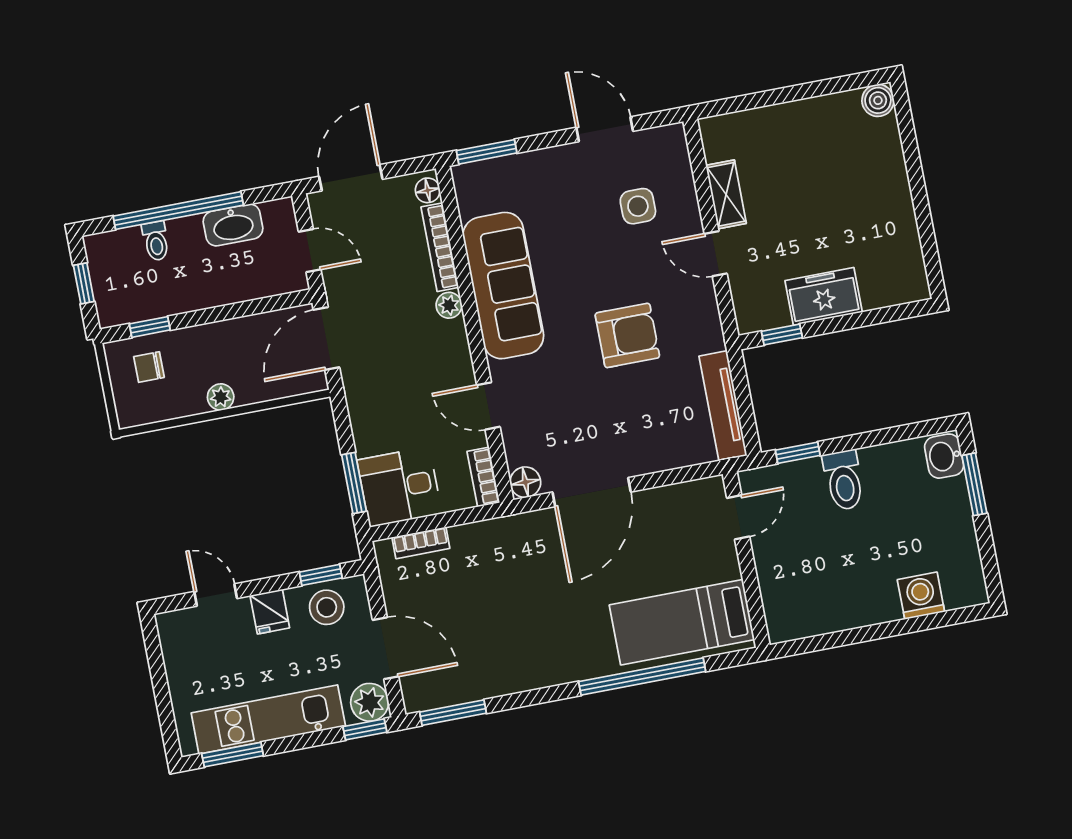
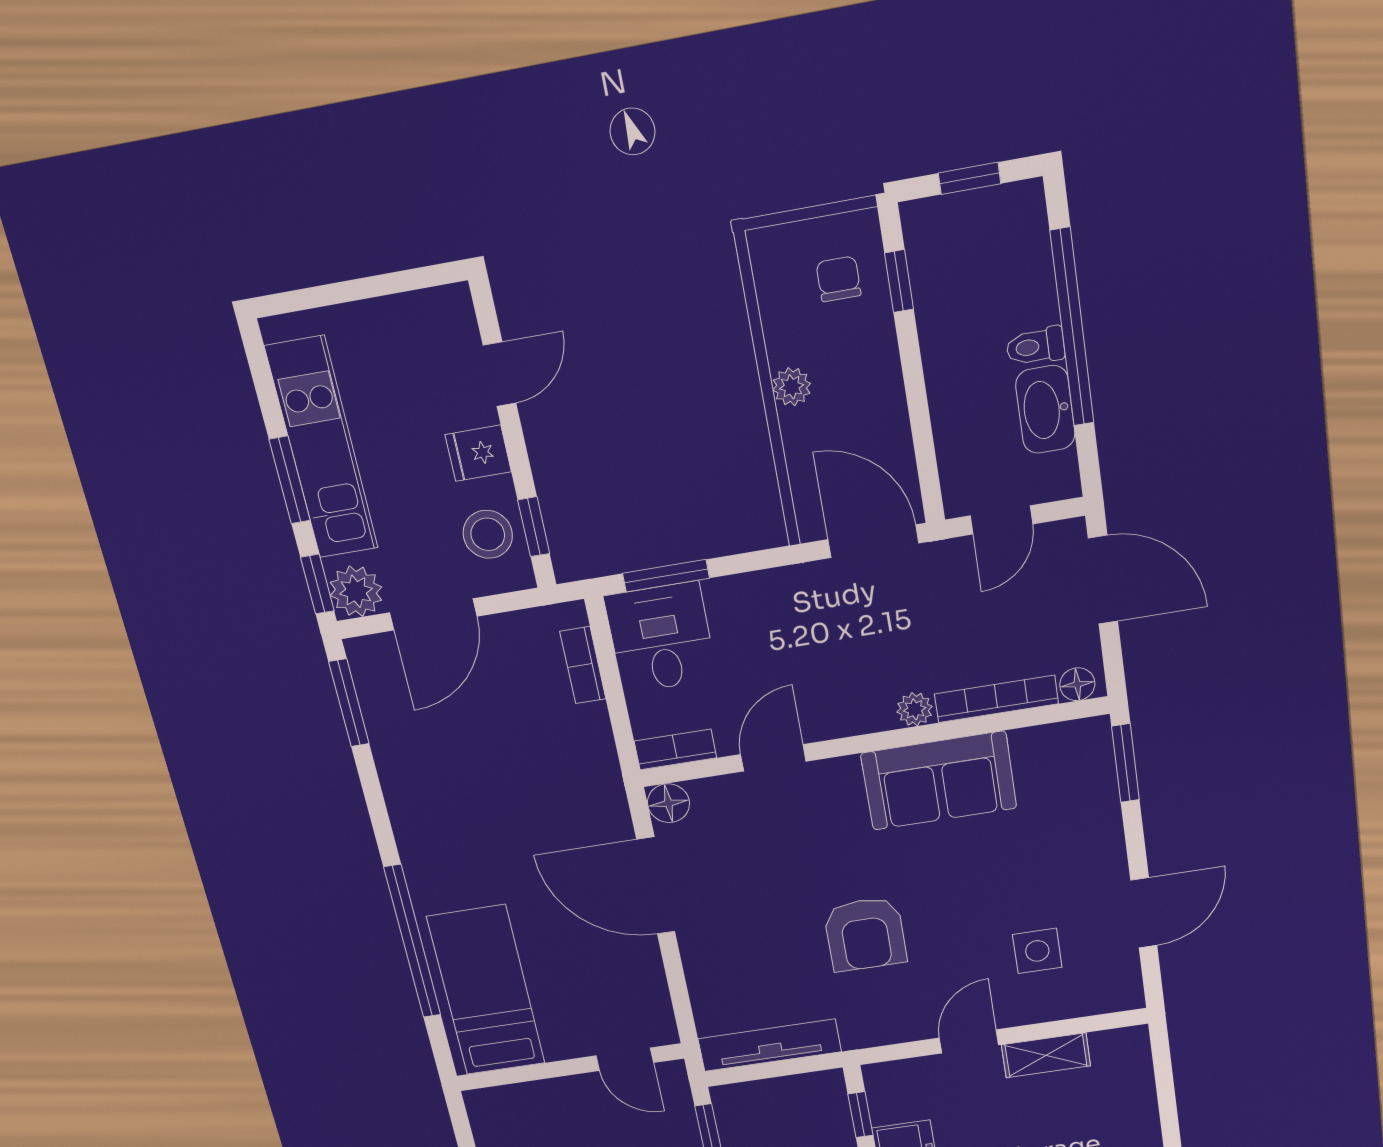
toilet: (156, 241) -> (1035, 346), moved
sofa: (503, 286) -> (939, 781), width x0.73
window: (233, 755) -> (290, 480), moved

